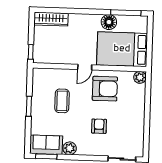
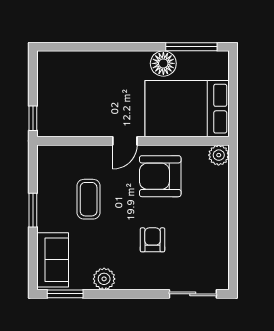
wardrobe: (51, 19) -> (65, 62), removed
armchair: (105, 89) -> (160, 176), turned 180
sofa: (46, 145) -> (53, 260), moved, turned 90

